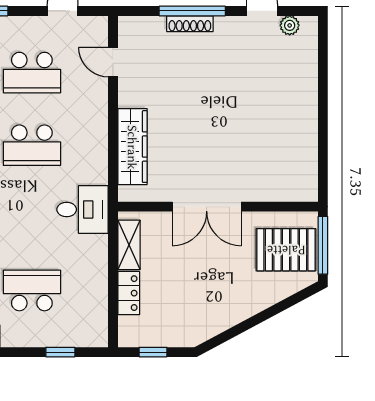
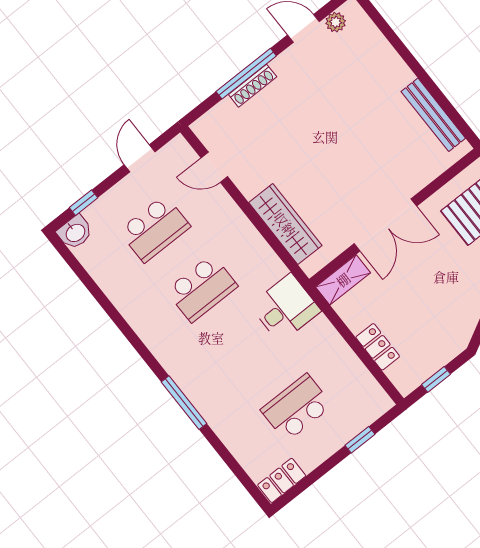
bench: (308, 153) -> (433, 115), added
shelving: (129, 245) -> (343, 280), moved, turned 90

